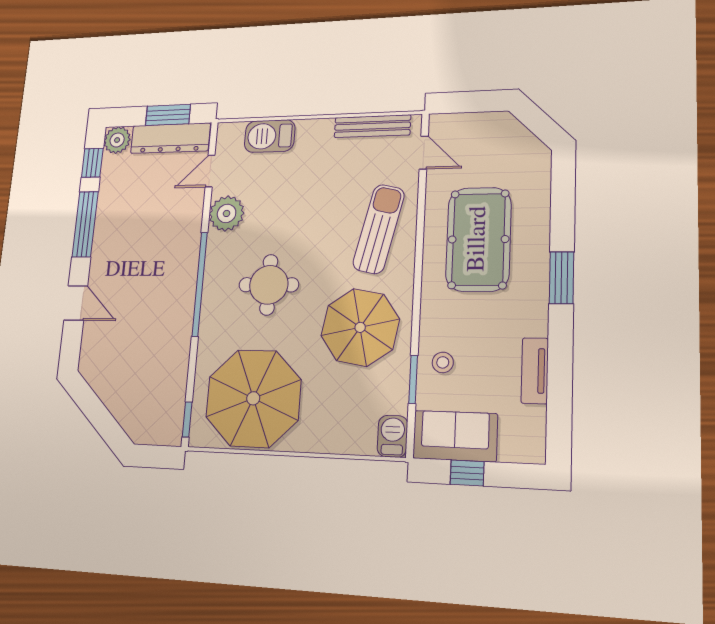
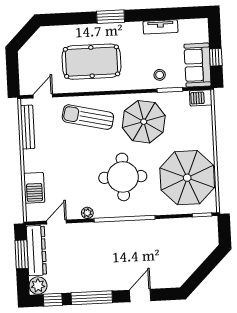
door: (210, 171) -> (57, 222), swing flipped
plant: (227, 213) -> (87, 213), width x0.53, depth x0.53
round table: (269, 285) -> (123, 177), width x1.36, depth x1.36

